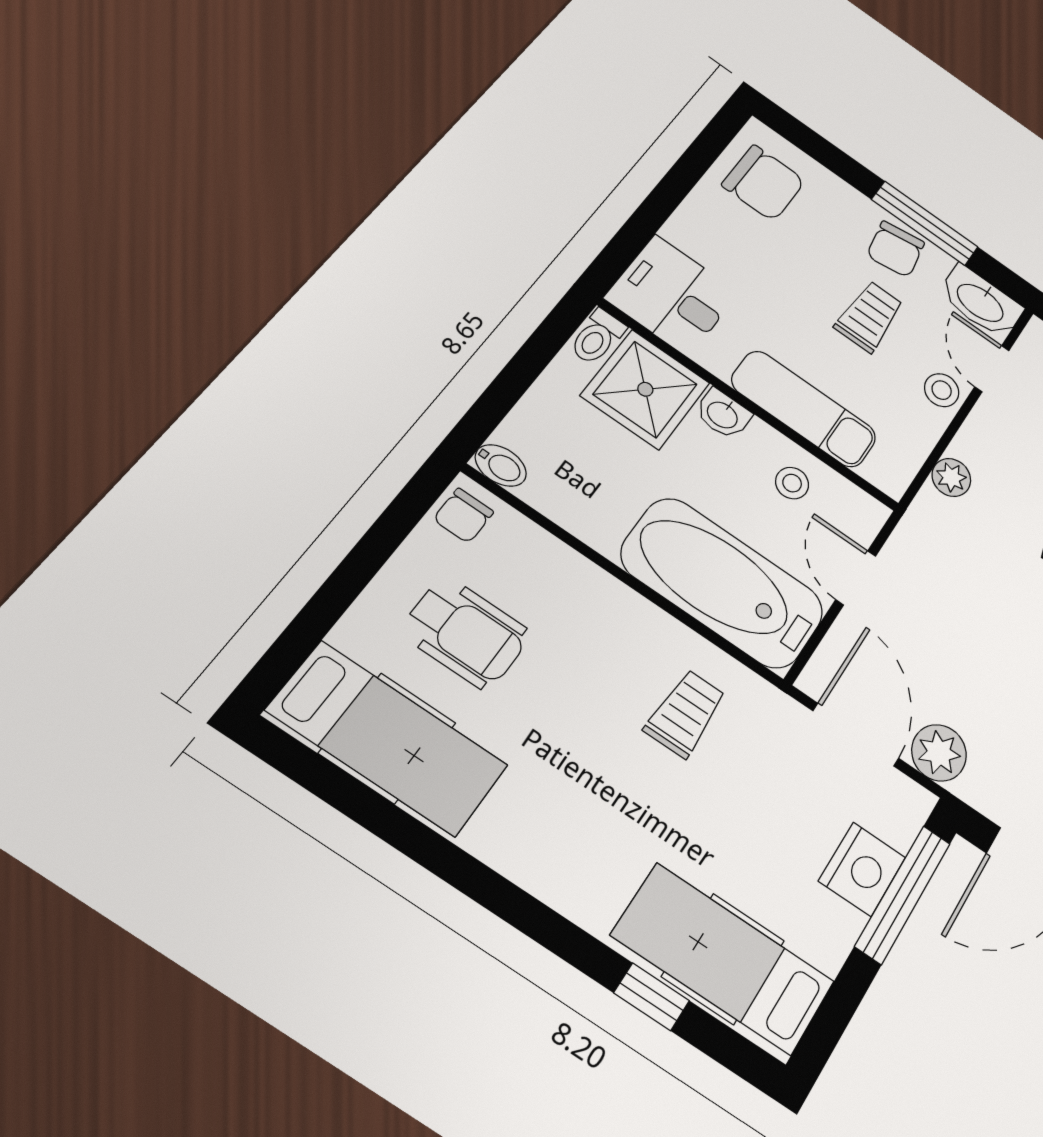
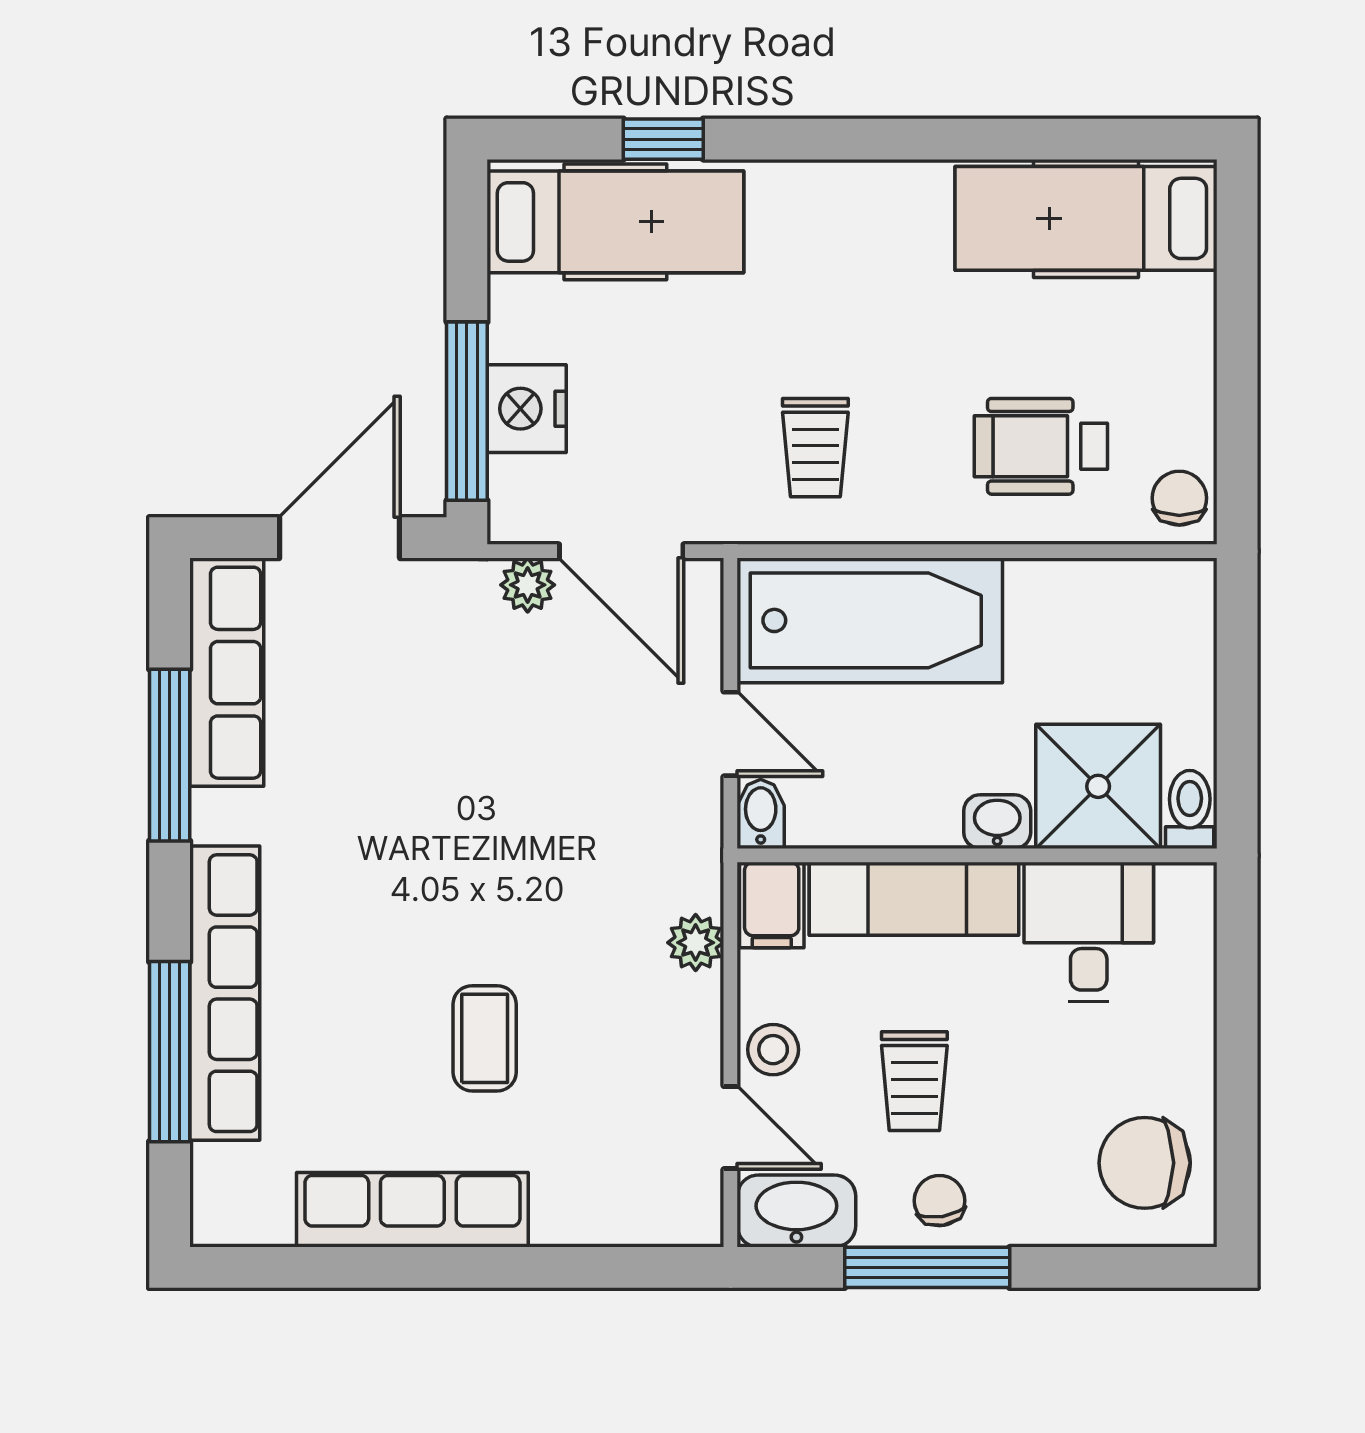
chair: (896, 249) -> (940, 1201), width x0.73, depth x0.73
desk: (672, 295) -> (1089, 932), moved, turned -90
bidet: (501, 465) -> (761, 814), moved, turned 90
filing cabinet: (893, 466) -> (772, 905), added
stool: (792, 483) -> (870, 796), removed
wheelchair: (466, 633) -> (1041, 446), moved
plant: (939, 753) -> (528, 585), width x0.73, depth x0.73

